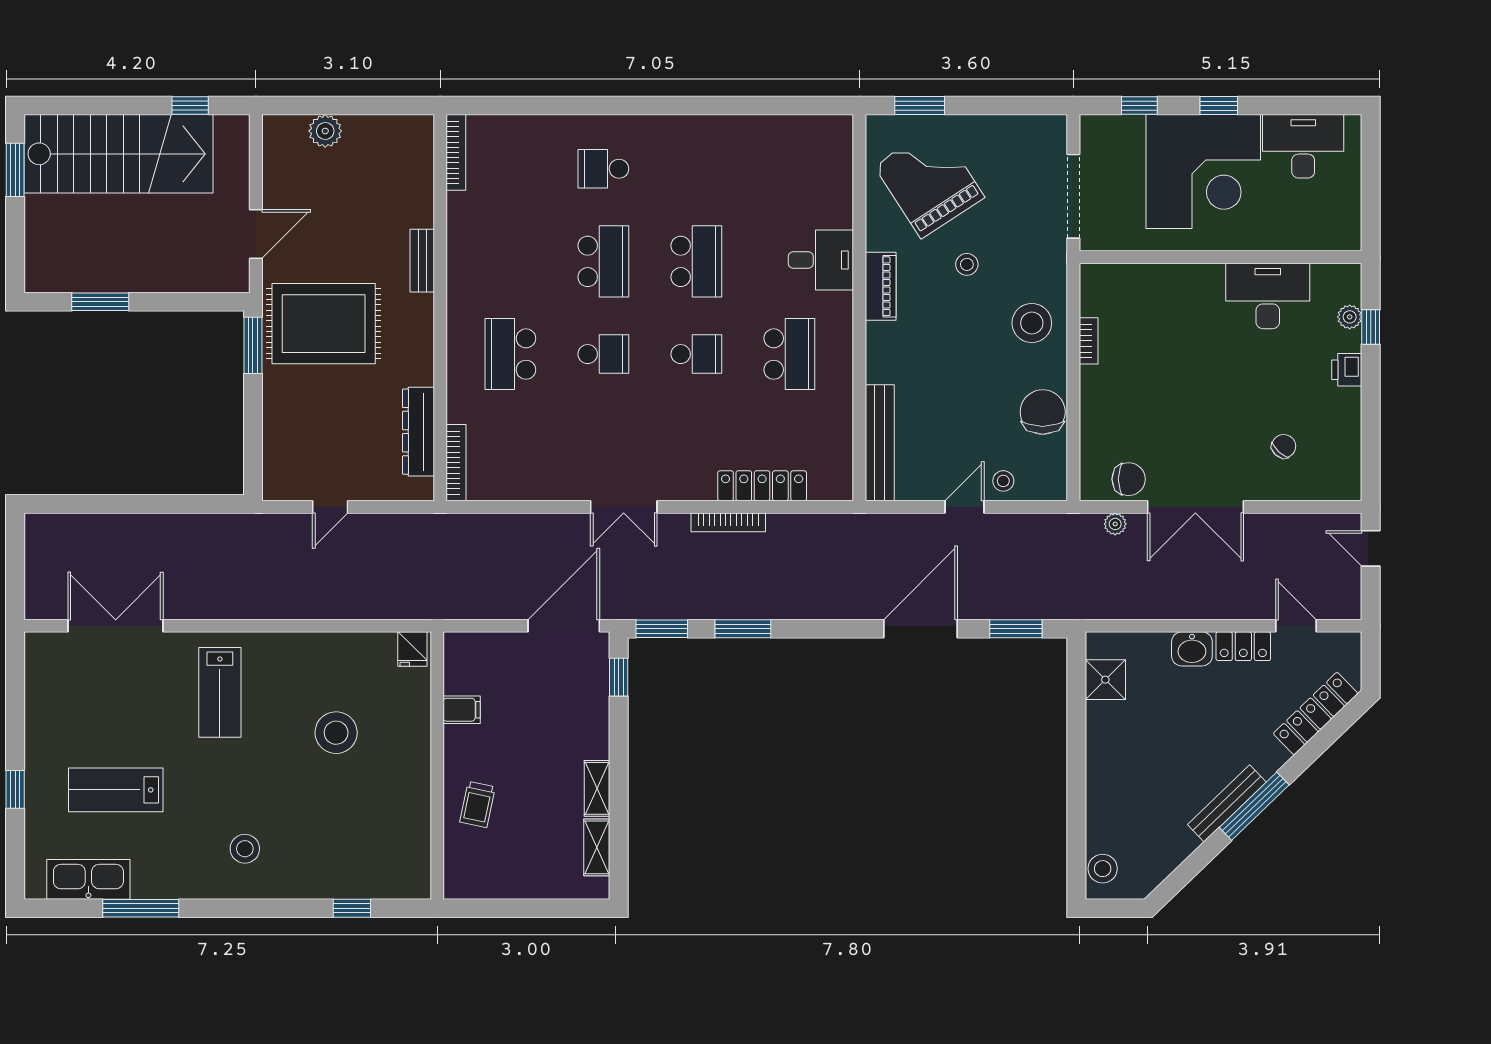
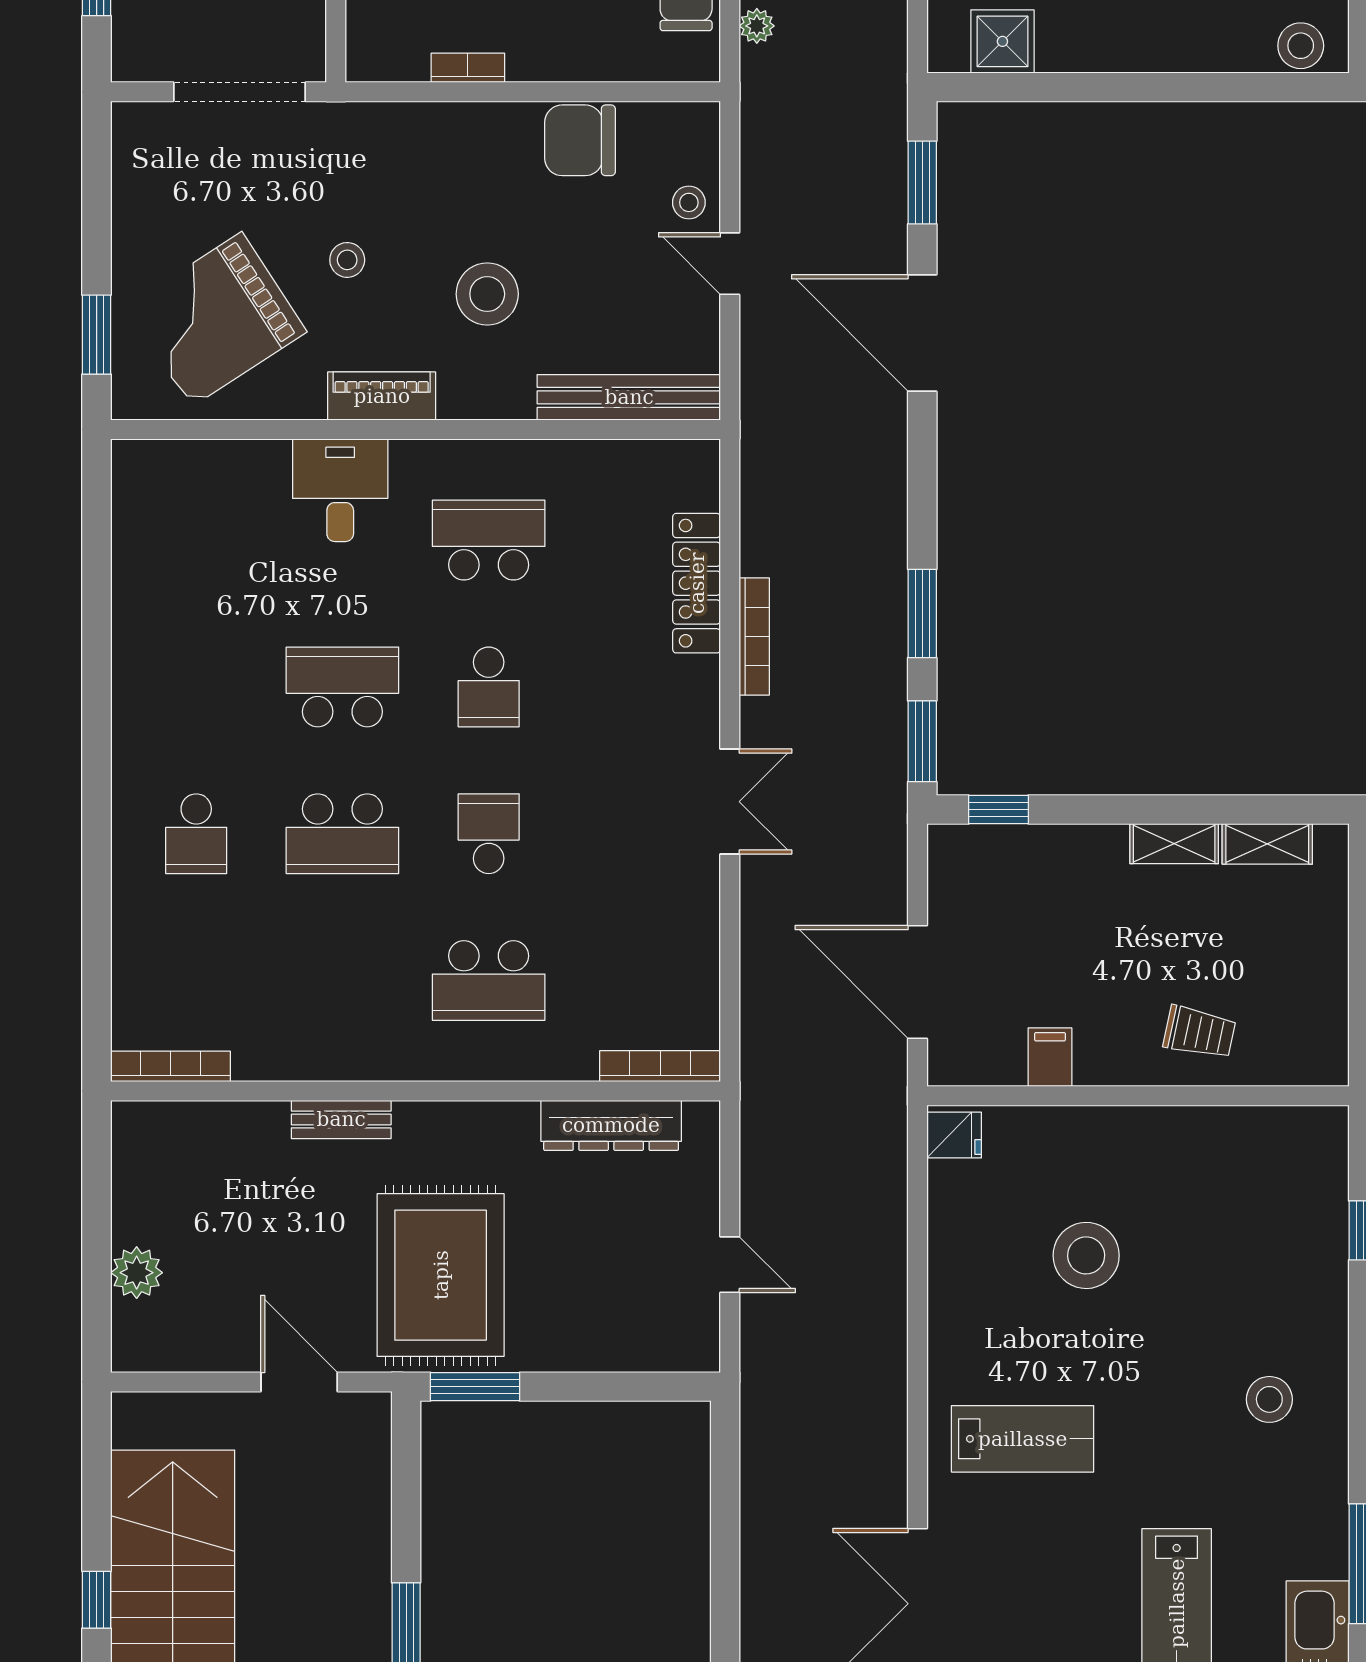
window: (190, 106) -> (97, 1600), moved
school desk: (603, 261) -> (342, 834), turned 180
stool: (1032, 323) -> (487, 294), moved
school desk: (696, 354) -> (489, 687), turned 180
door: (564, 626) -> (918, 982), moved

